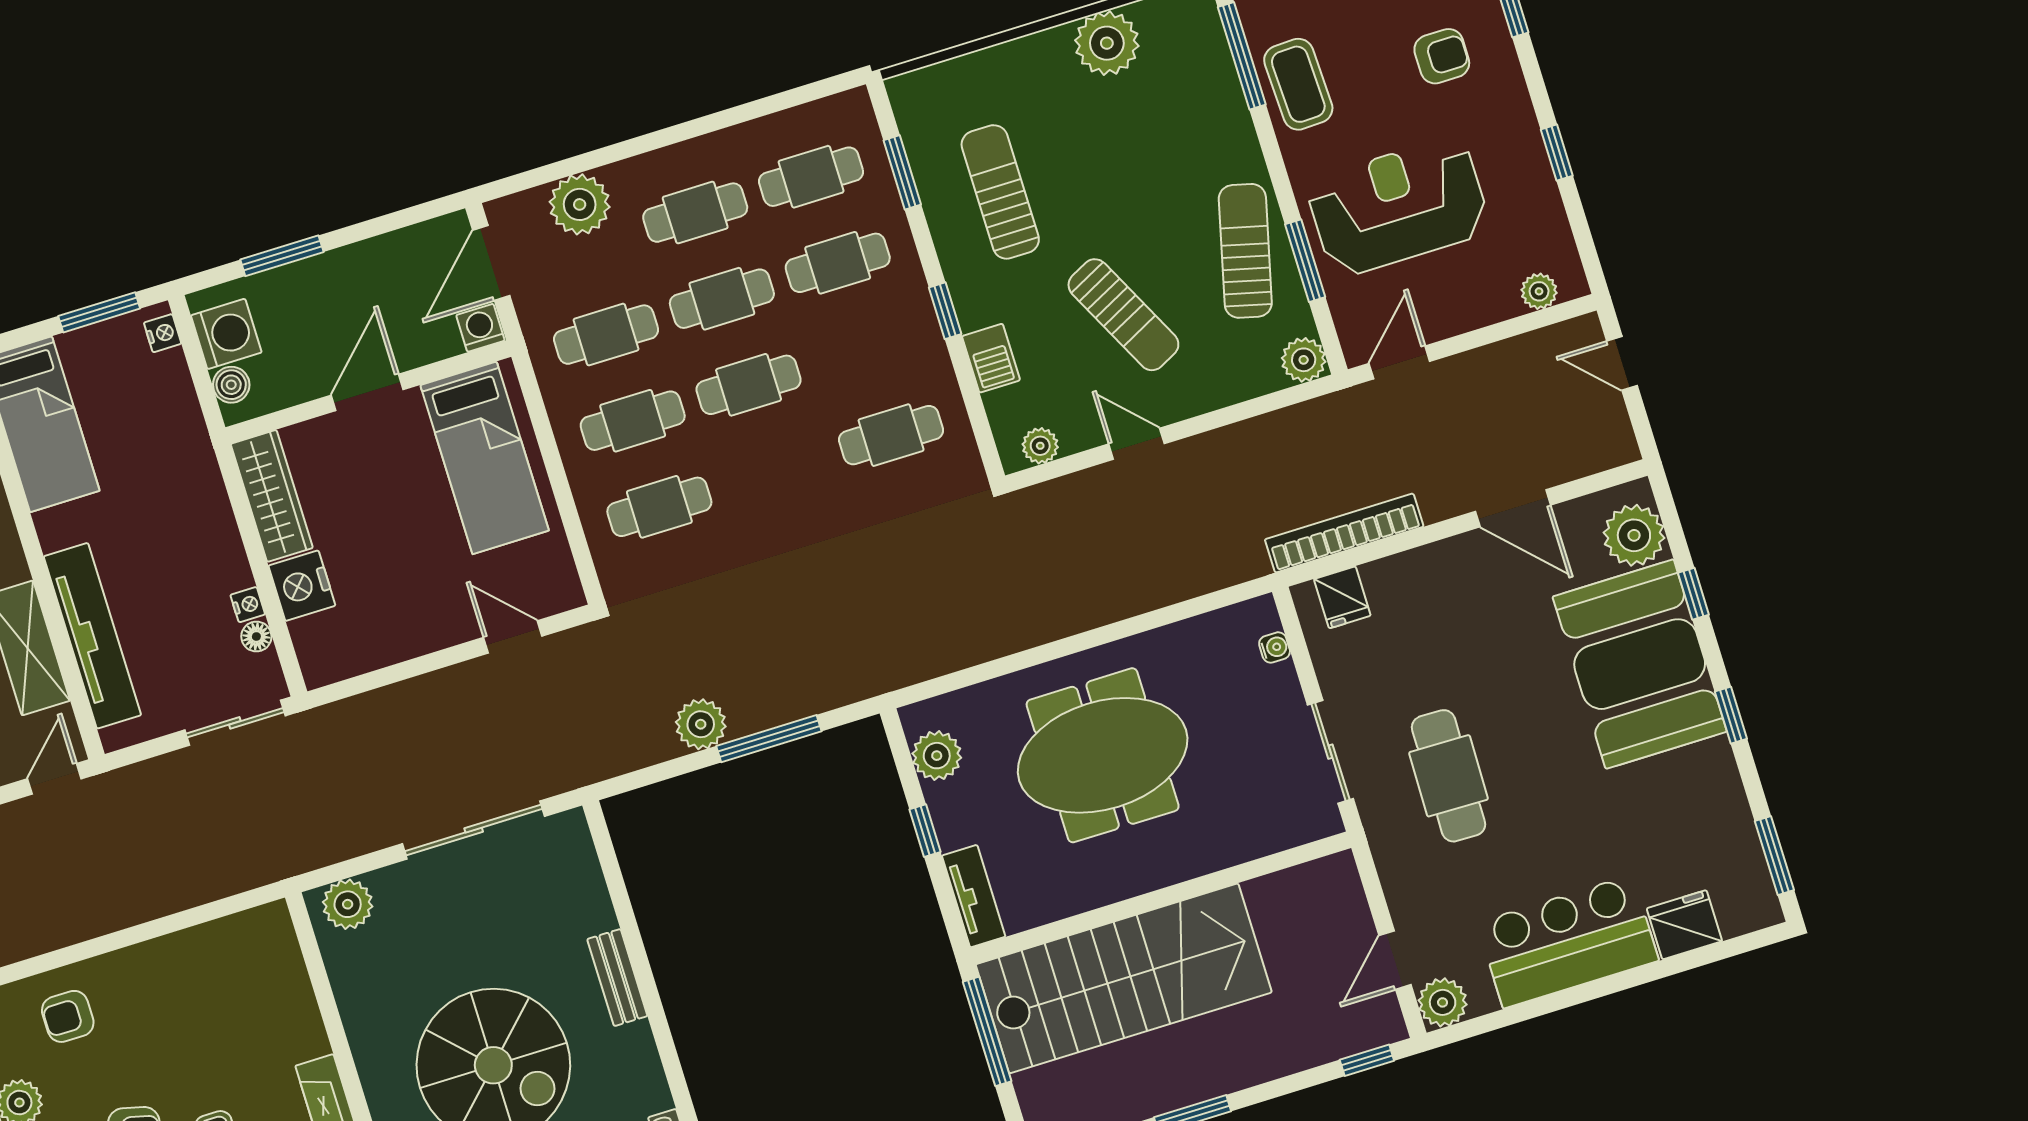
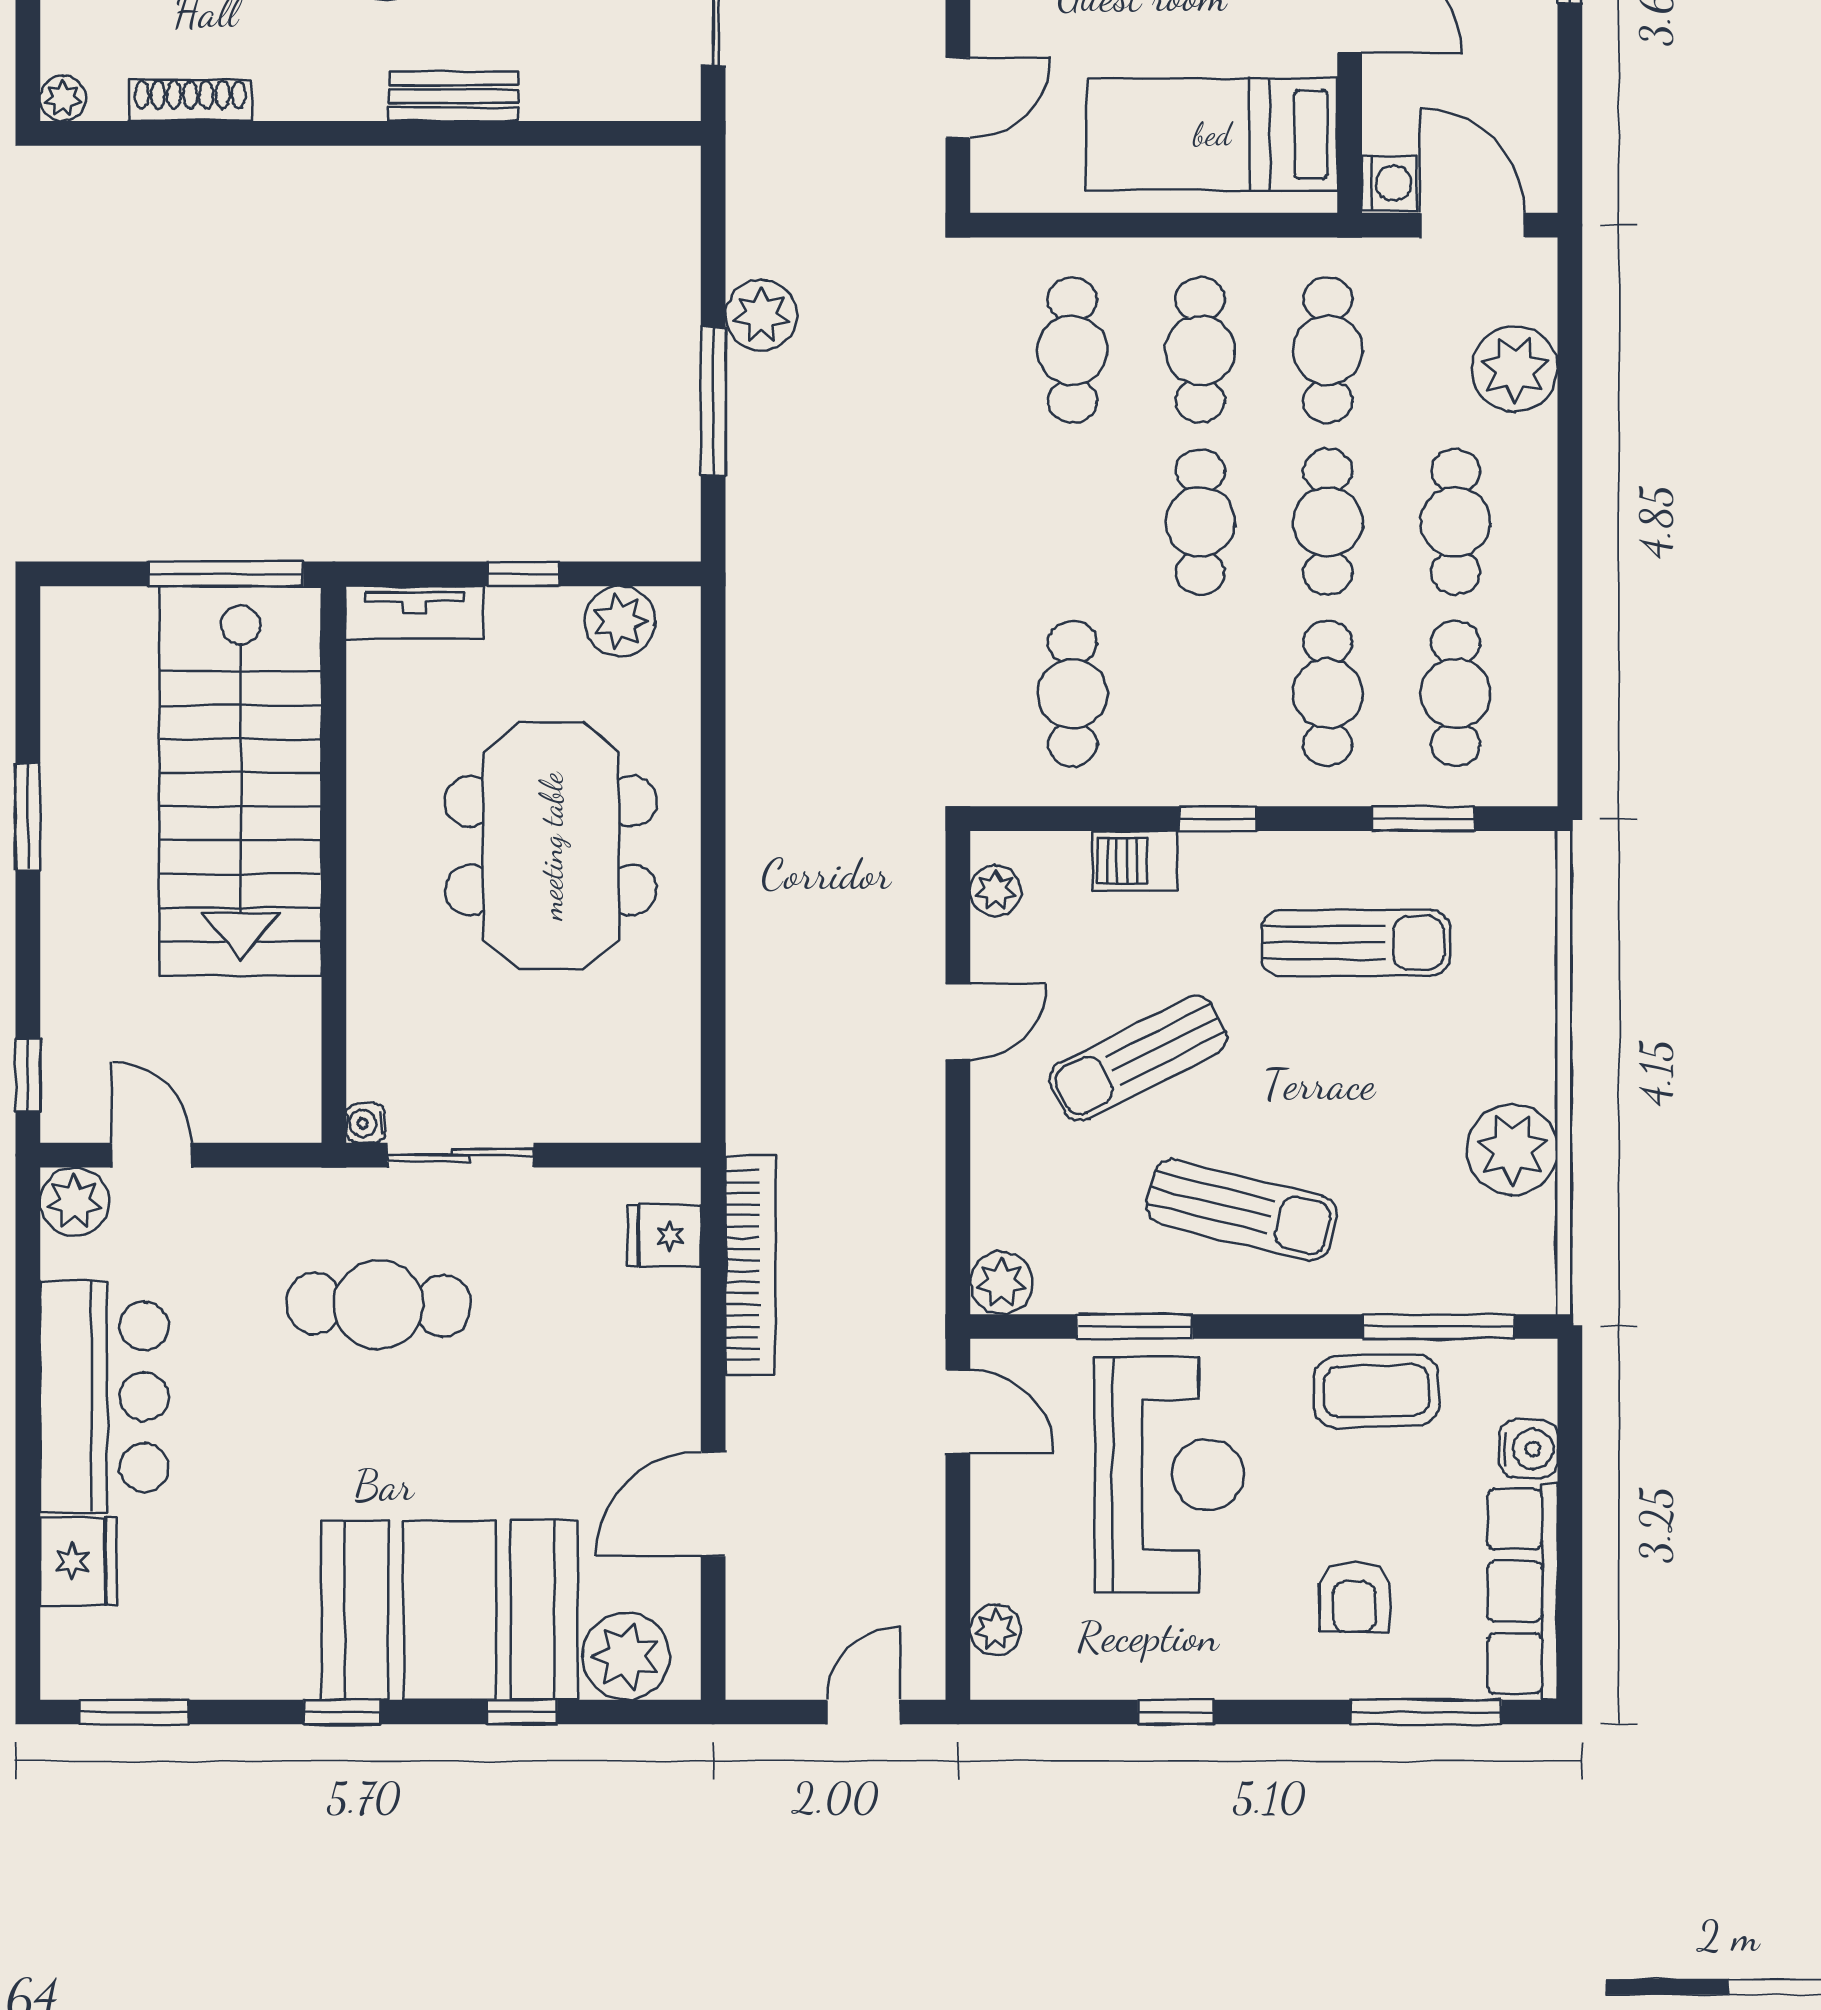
sun lounger: (1245, 251) -> (1242, 1210), moved
water cooler: (1275, 647) -> (366, 1123), moved, turned 90

